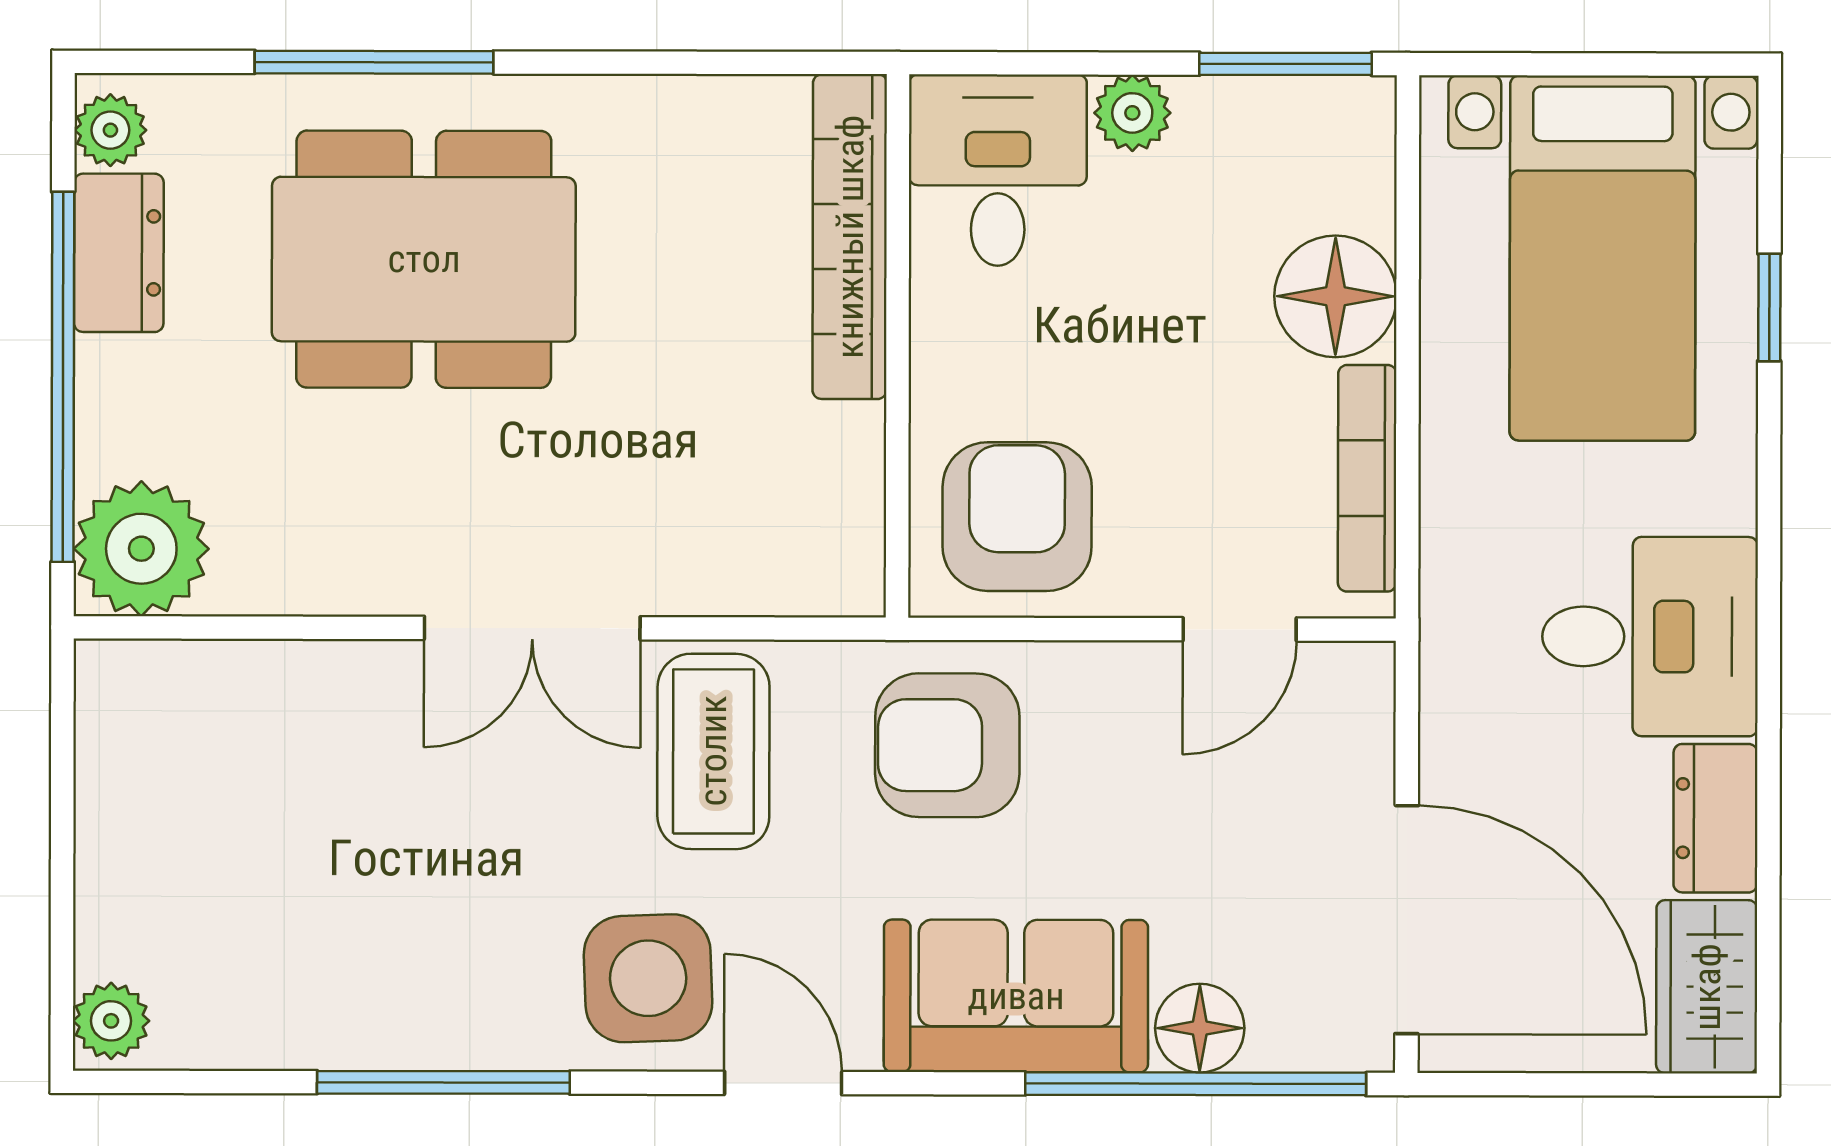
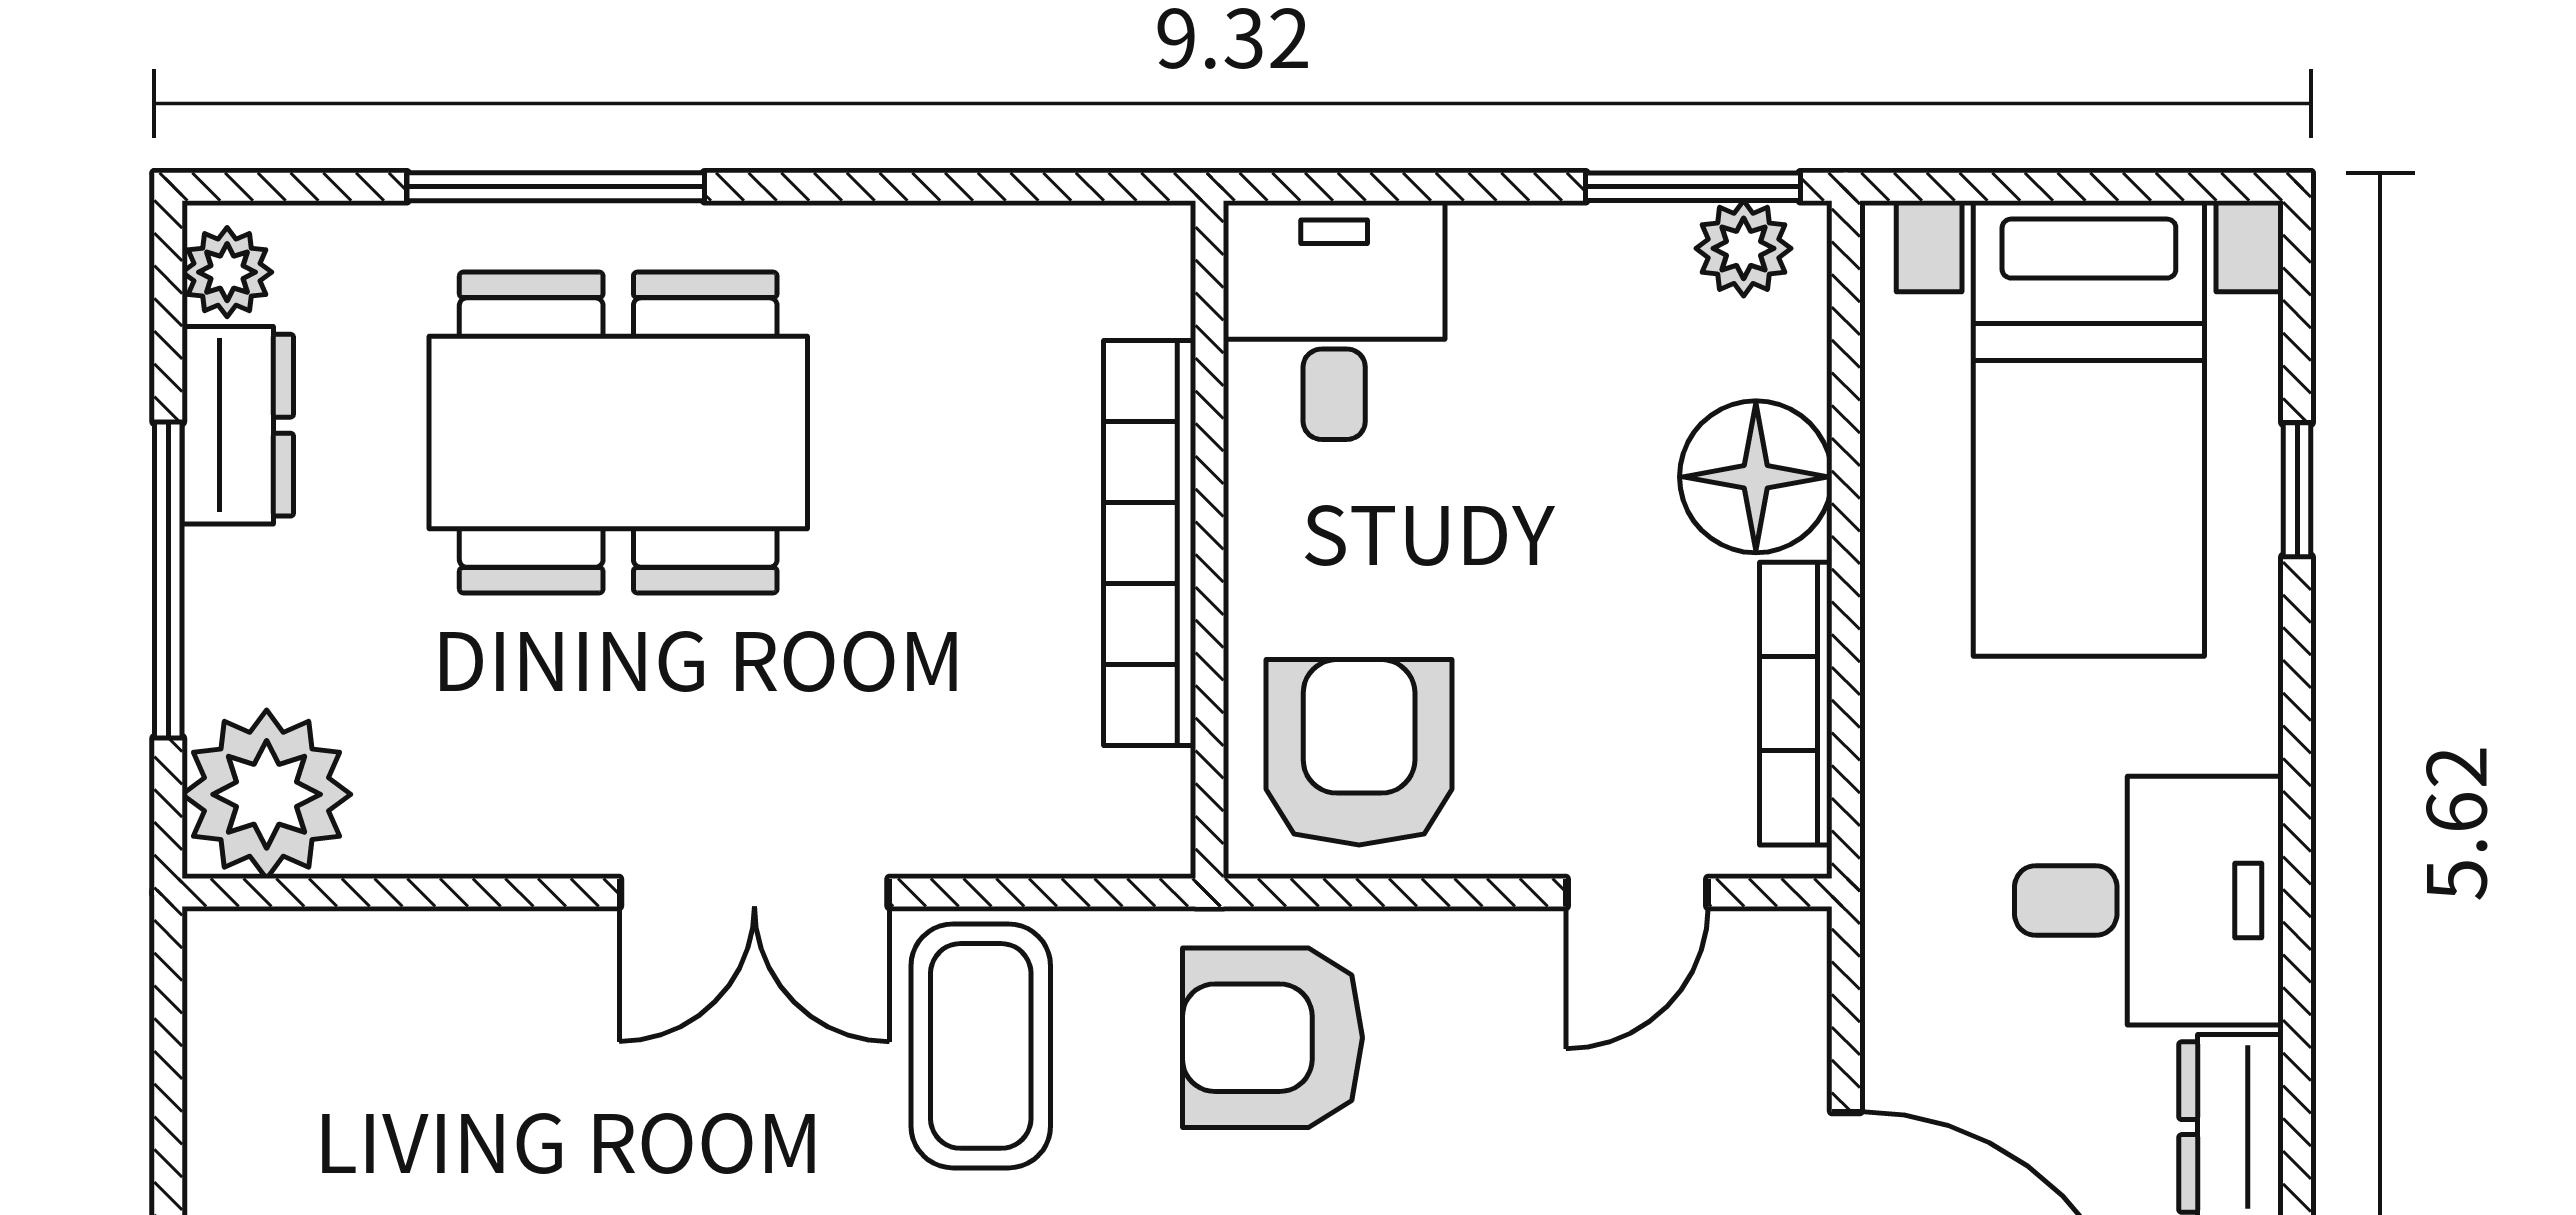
plant: (1132, 113) -> (1744, 248), moved
bookcase: (850, 237) -> (1150, 543), moved
window: (63, 377) -> (168, 580), width x0.68

